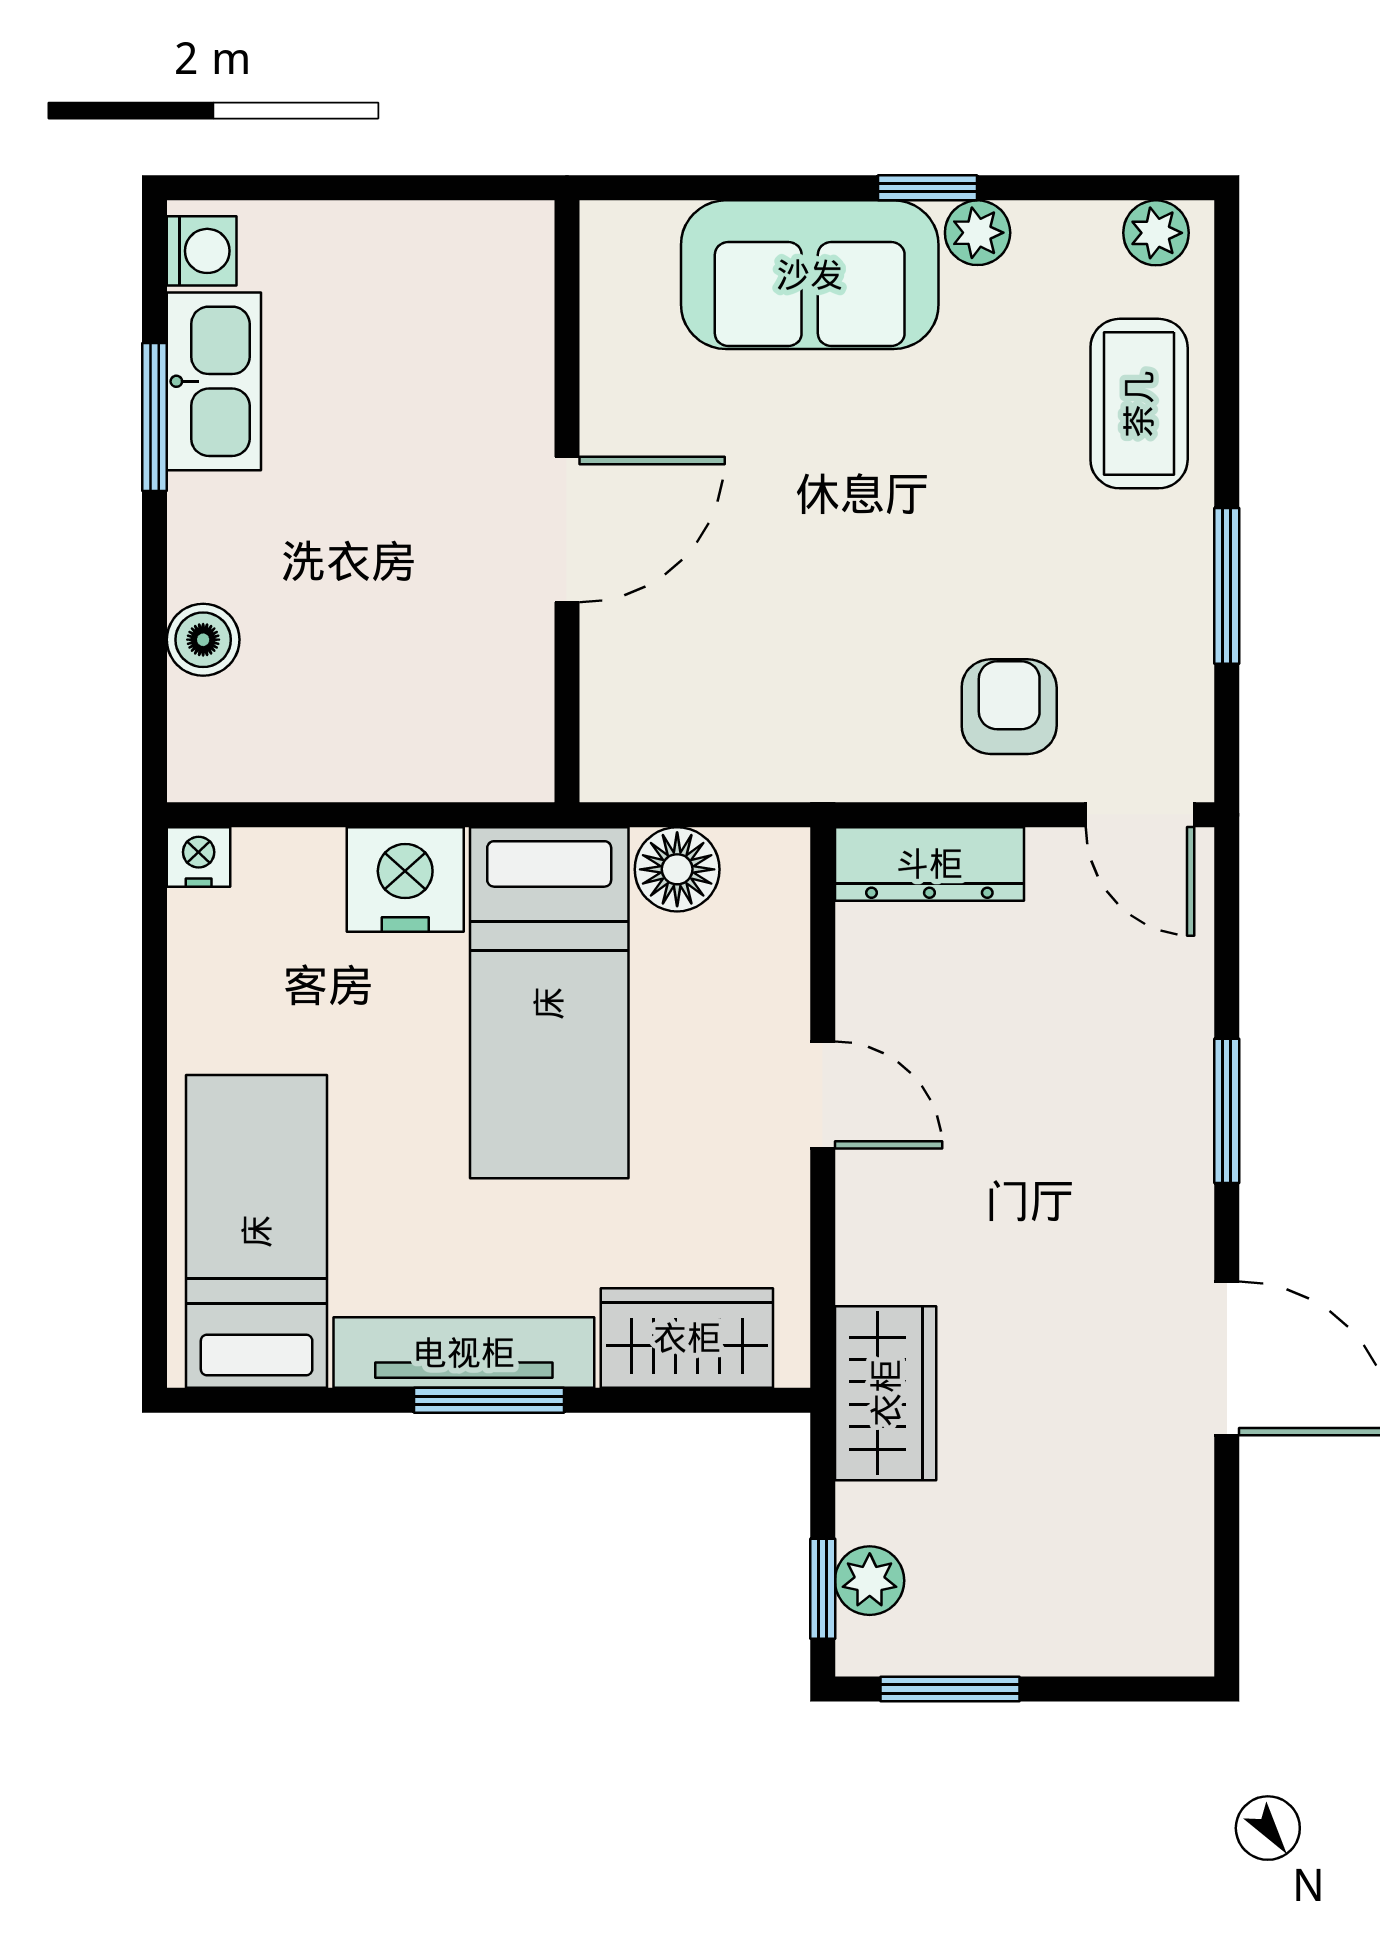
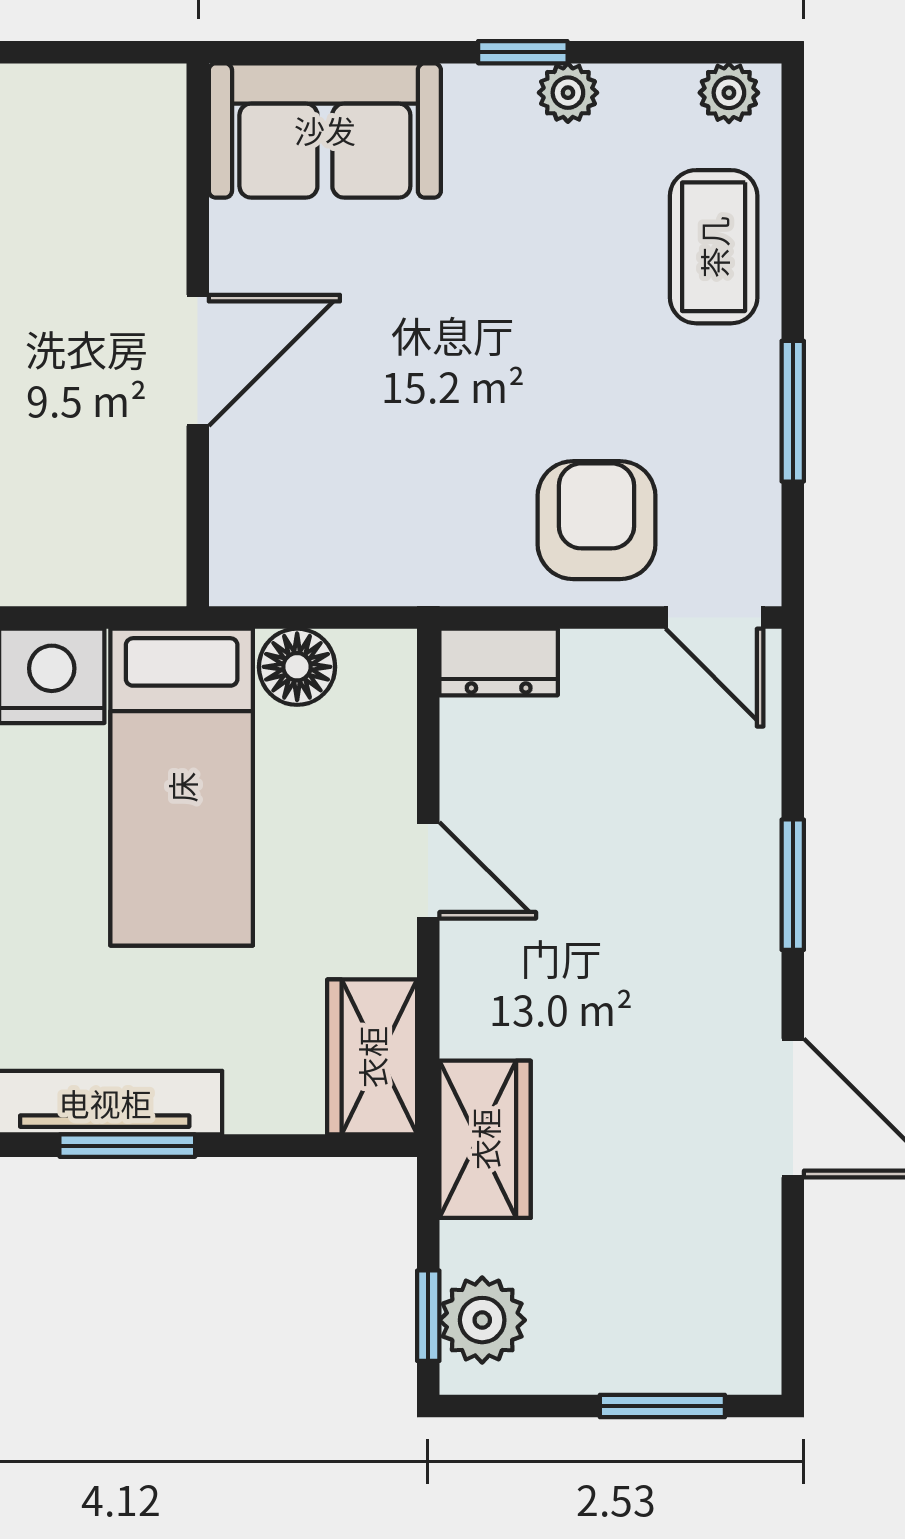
sofa: (810, 275) -> (325, 130), moved
armchair: (1009, 707) -> (596, 520), width x1.38, depth x1.38
dresser: (929, 864) -> (499, 662), width x0.70
wardrobe: (687, 1338) -> (372, 1057), moved, turned -90
plant: (870, 1581) -> (482, 1320), width x1.38, depth x1.38
window: (950, 1689) -> (662, 1406), moved

